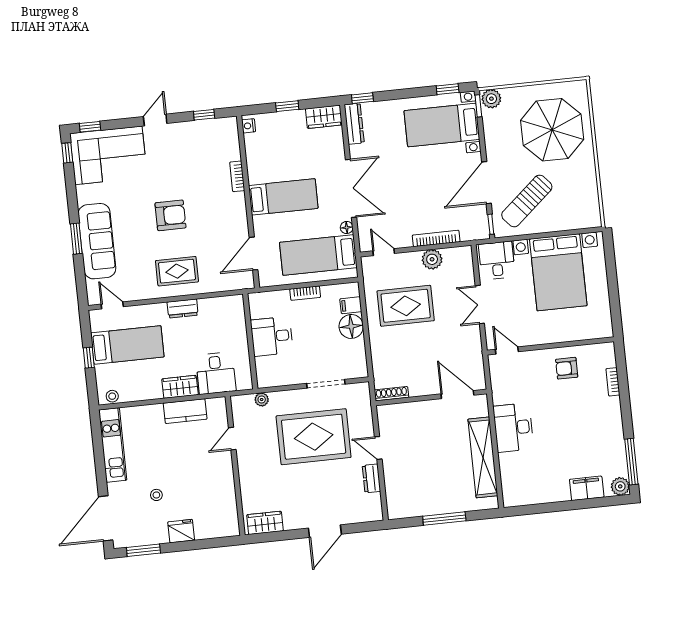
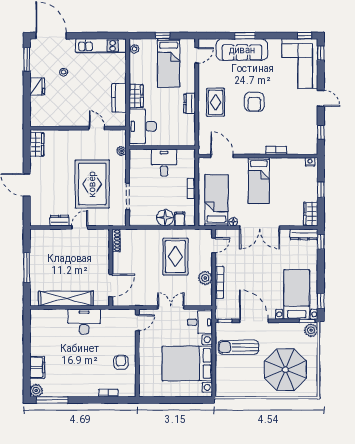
sun lounger: (527, 201) -> (238, 347), turned -49
desk: (216, 373) -> (143, 126), width x1.37

